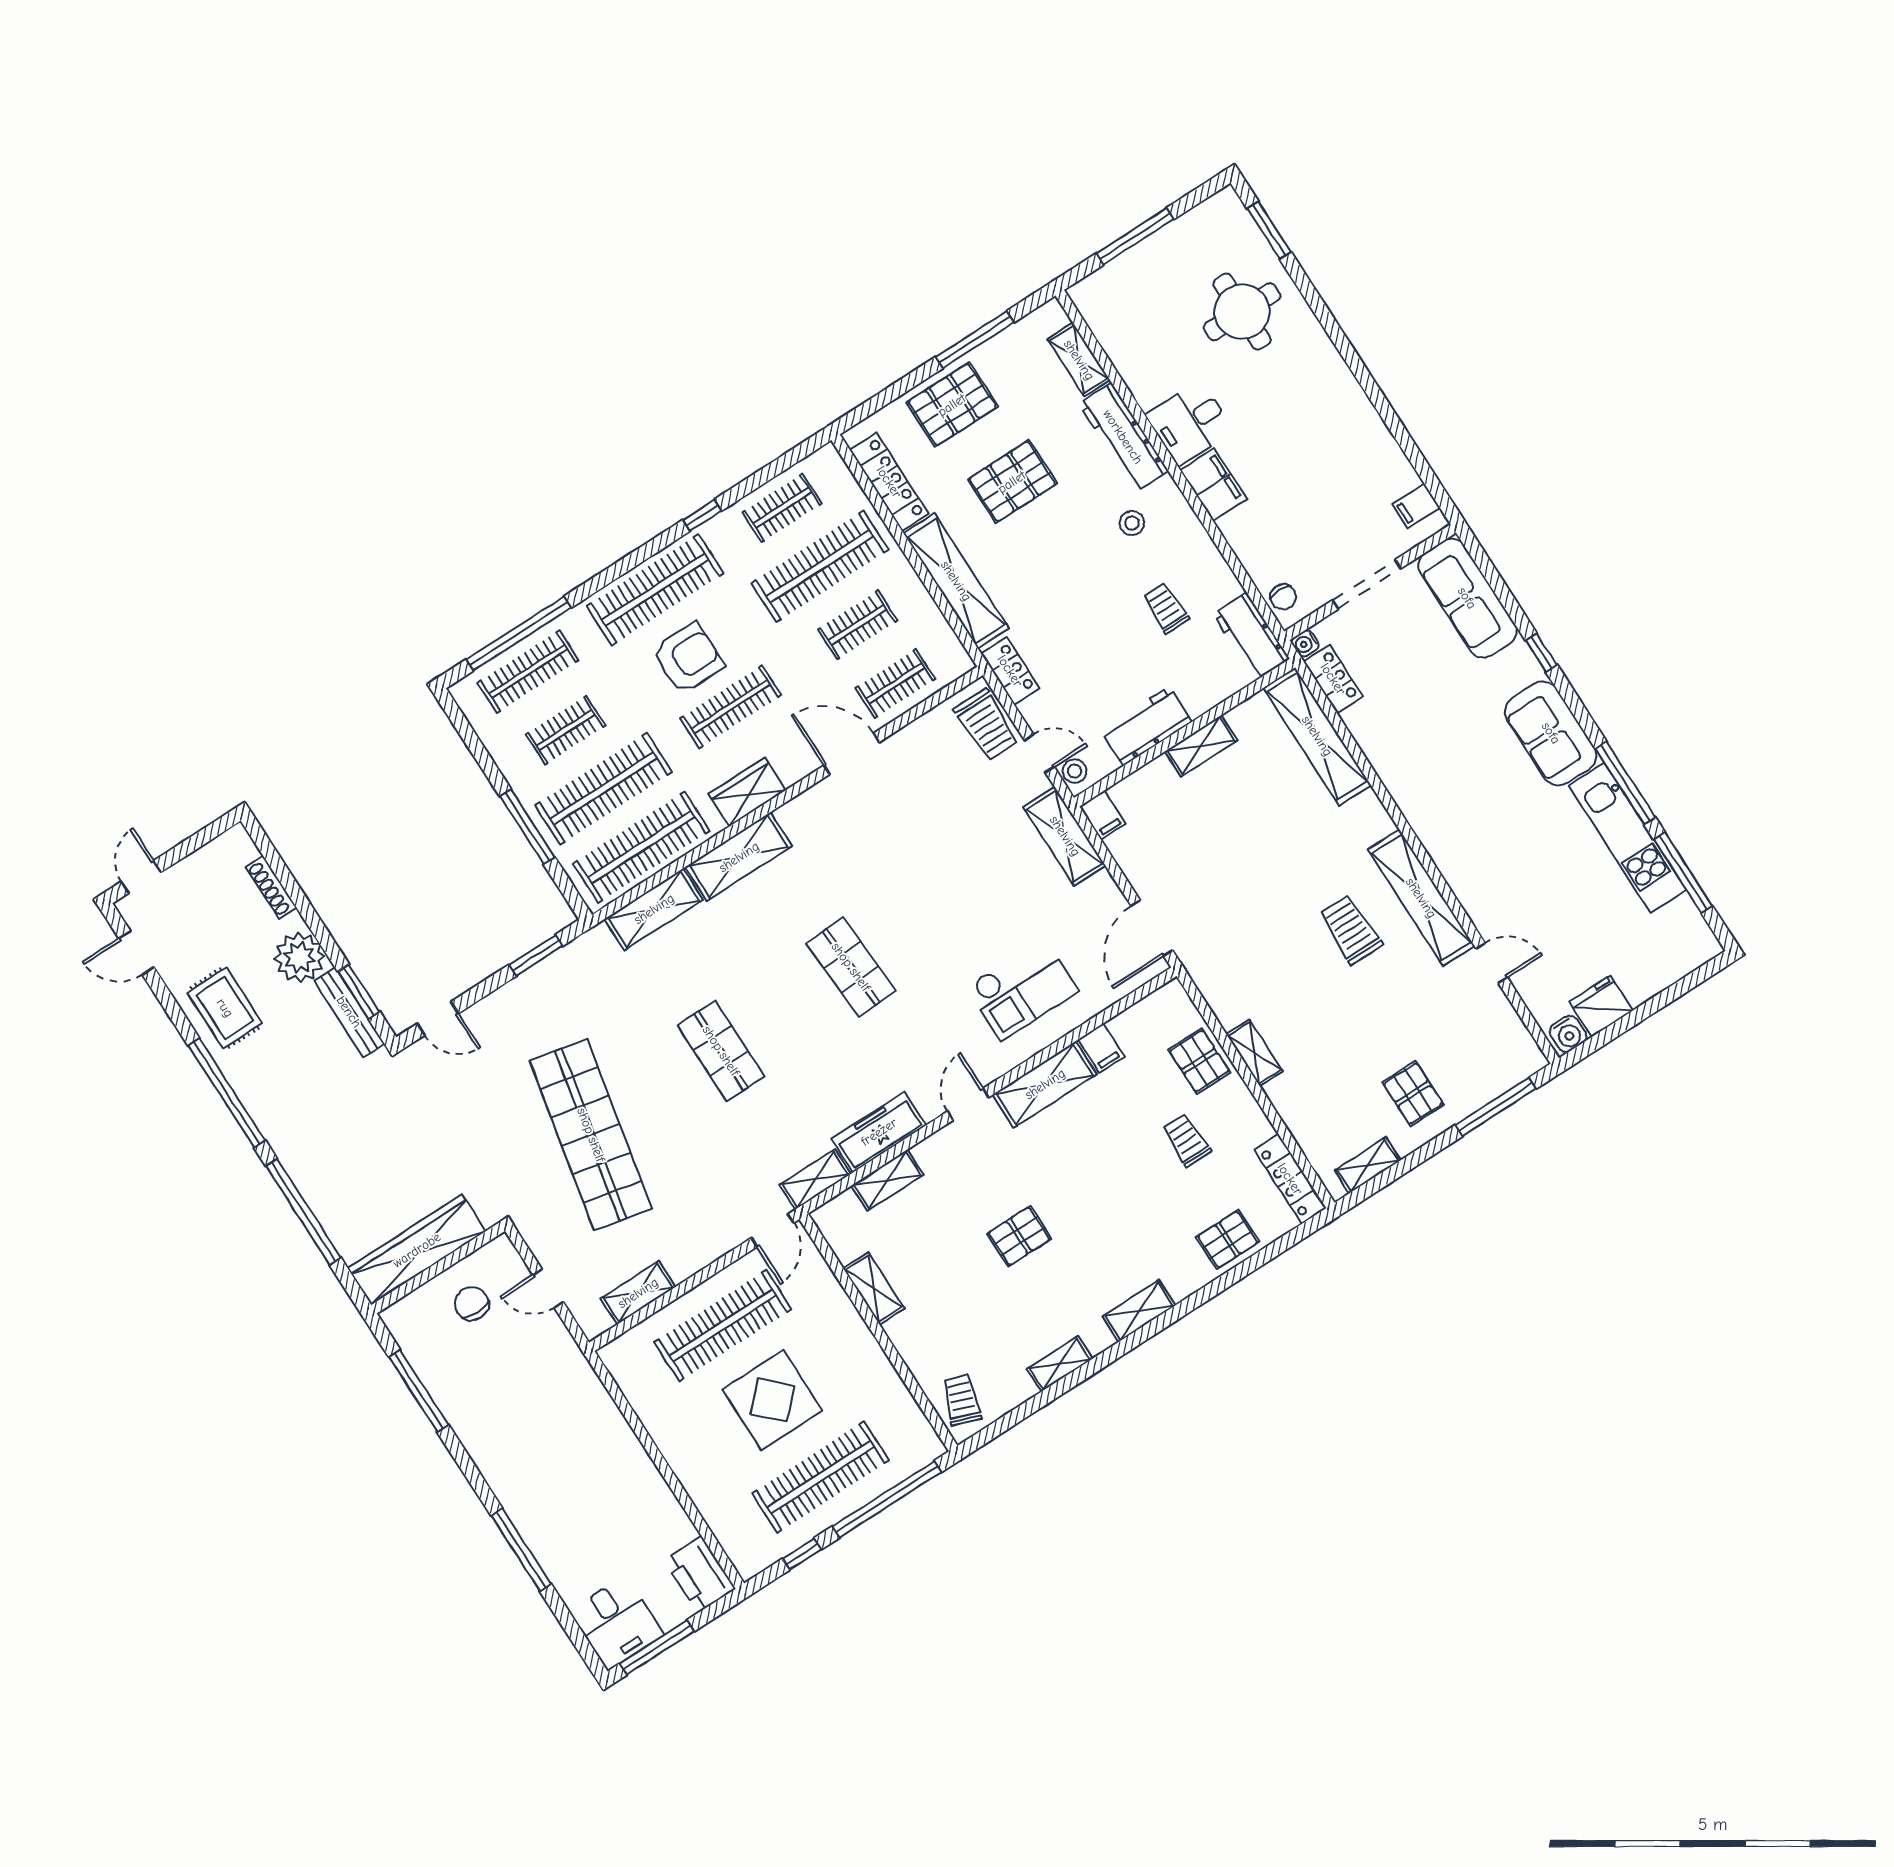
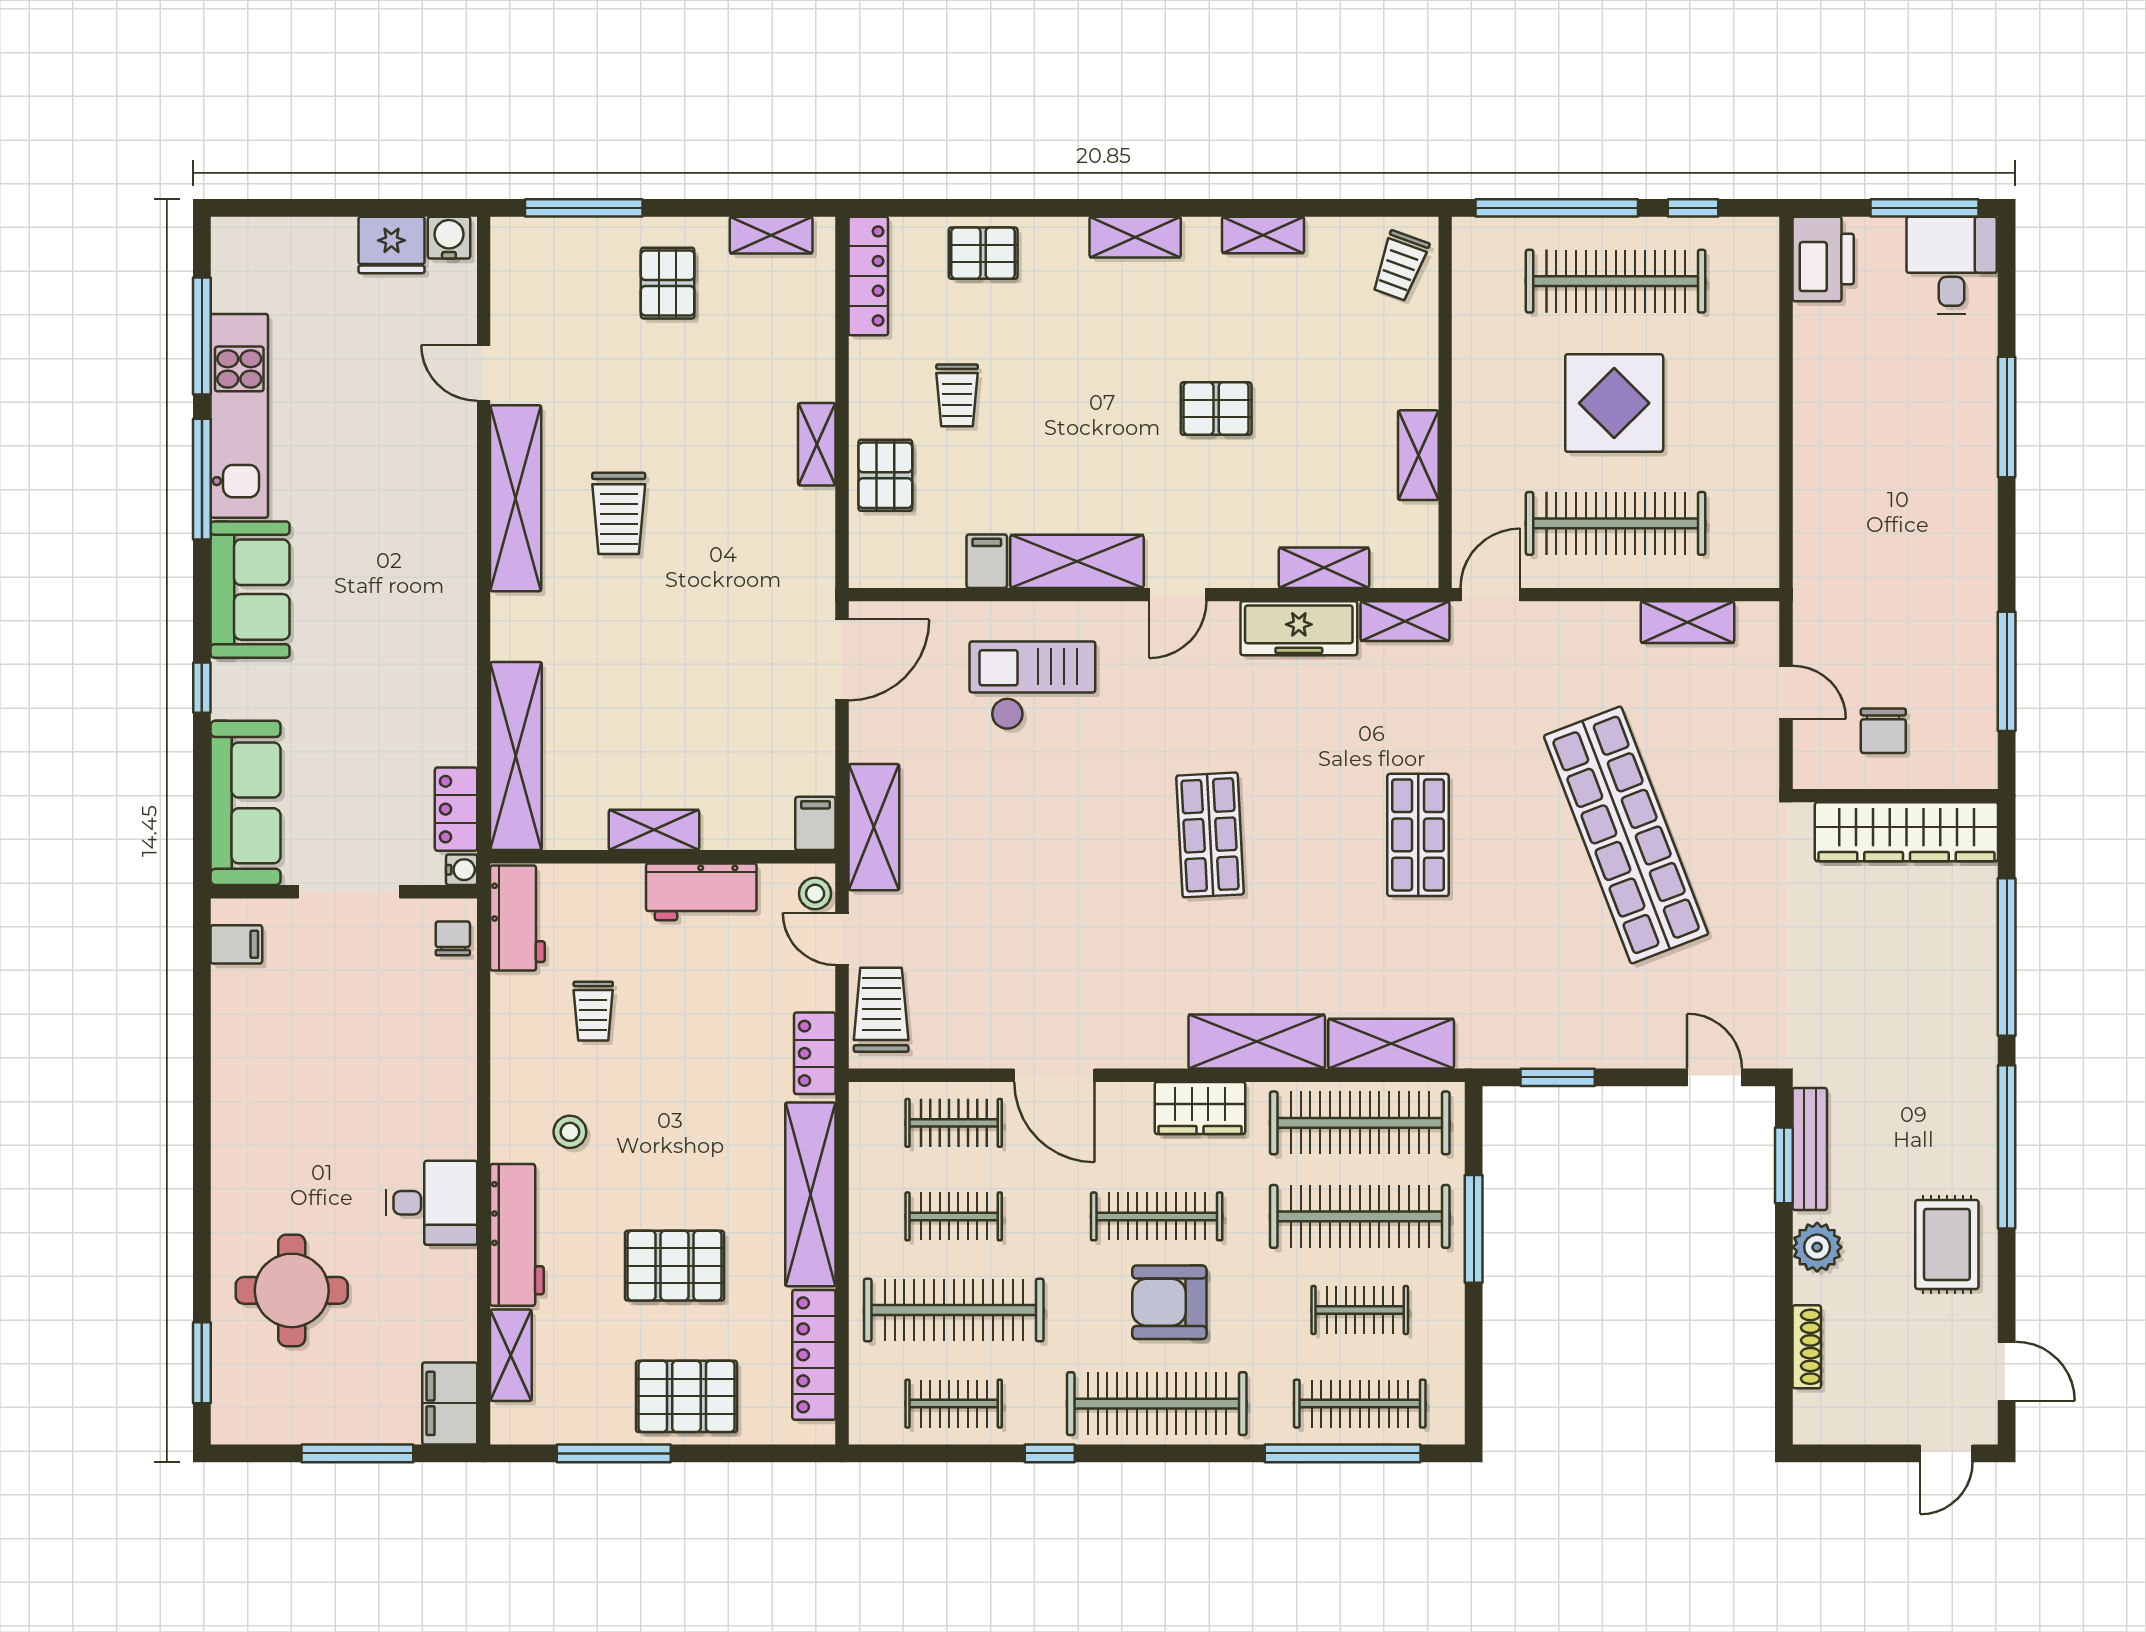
filing cabinet: (1213, 484) -> (450, 1403), moved
plant: (299, 957) -> (1817, 1247), width x0.73, depth x0.73
shop shelf: (591, 1135) -> (1626, 835), turned -33

